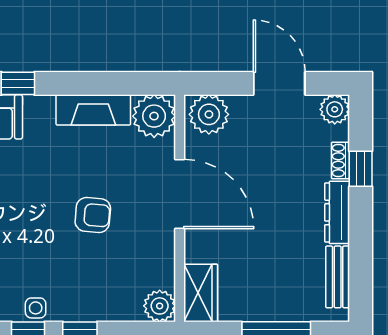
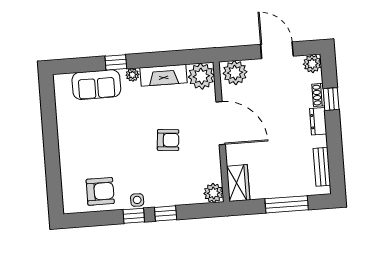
plant: (43, 105) -> (132, 75), added
dresser: (337, 212) -> (318, 121), width x0.70

